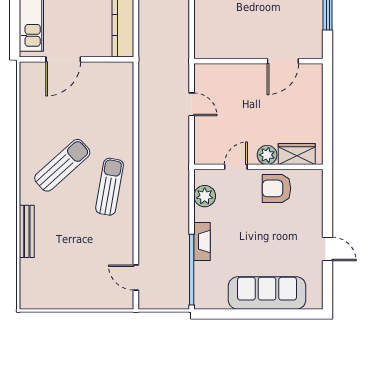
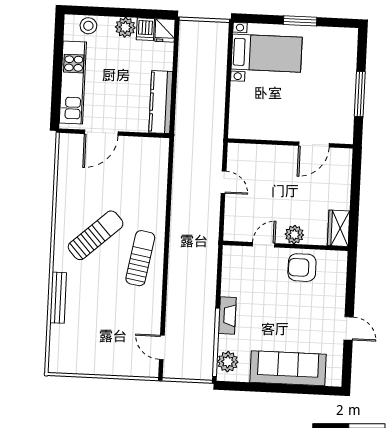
wardrobe: (297, 154) -> (339, 228), moved, turned -90
plant: (205, 196) -> (228, 362), moved

